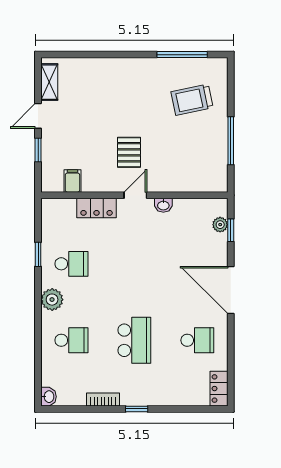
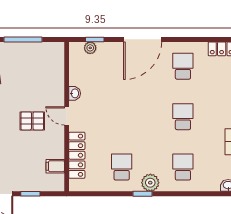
locker: (97, 208) -> (77, 155), width x1.53
window: (38, 254) -> (142, 194), moved
school desk: (134, 340) -> (183, 117), width x0.54

